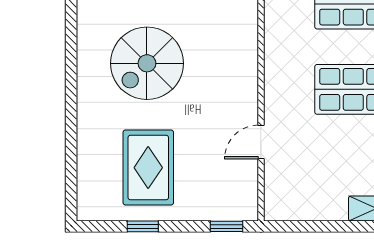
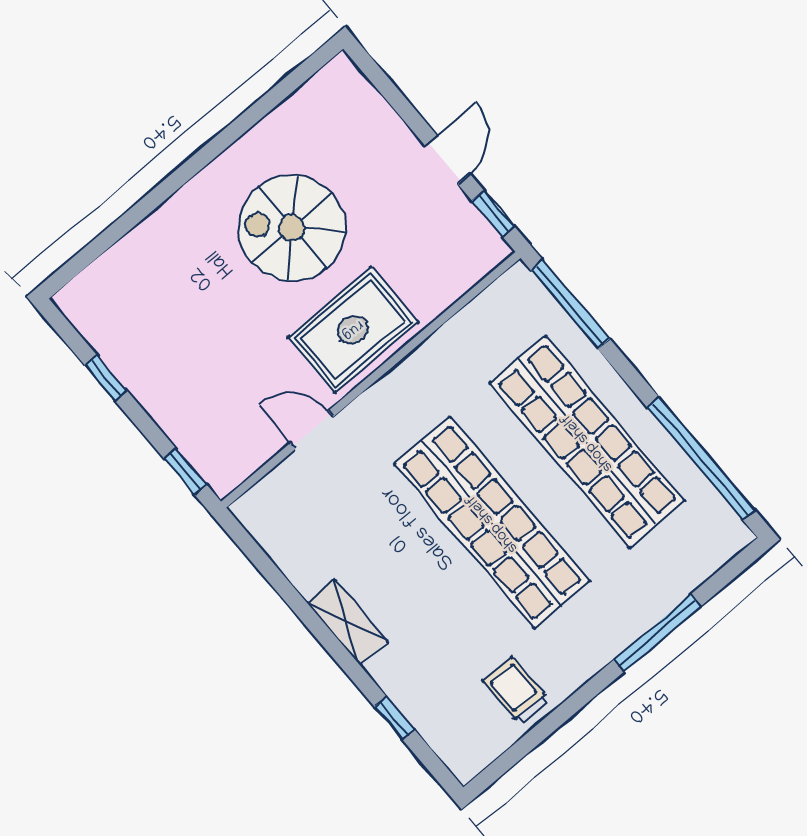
rug: (148, 168) -> (353, 330), moved

